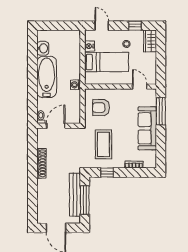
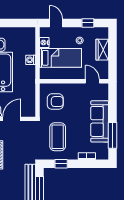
wardrobe: (150, 41) -> (102, 50), moved
washing machine: (75, 85) -> (31, 60), moved
armchair: (101, 108) -> (55, 102), turned 180
window: (161, 111) -> (113, 135), moved

